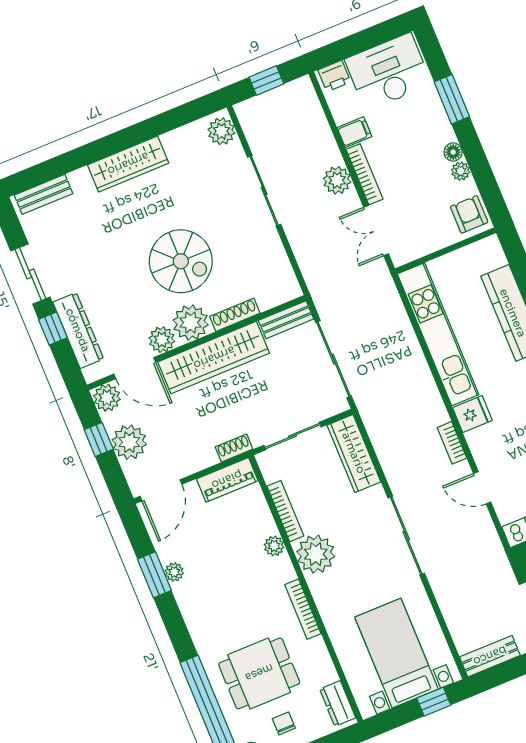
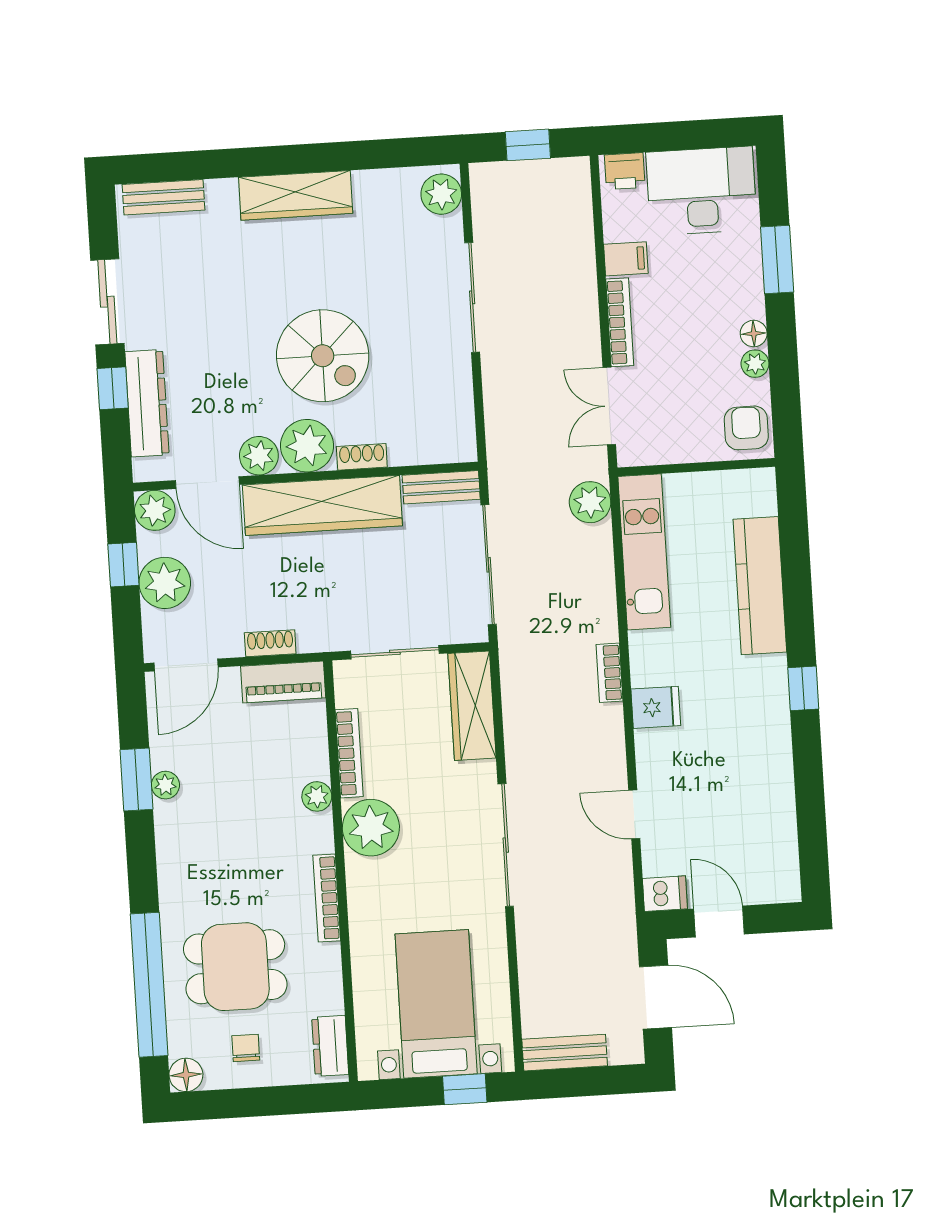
plant: (337, 180) -> (590, 502), moved
shoe rack: (235, 315) -> (362, 457), width x0.70
kitchen unit: (438, 334) -> (644, 552), width x0.73
bookcase: (452, 443) -> (610, 673), moved
shoe rack: (234, 448) -> (270, 643), moved

